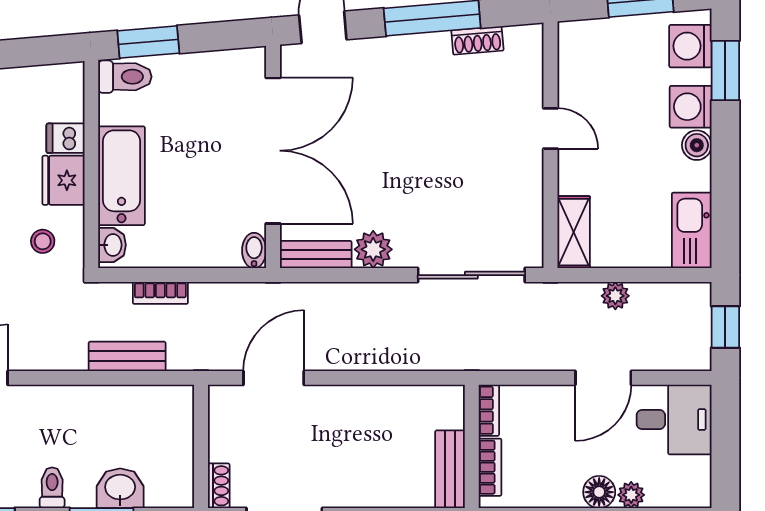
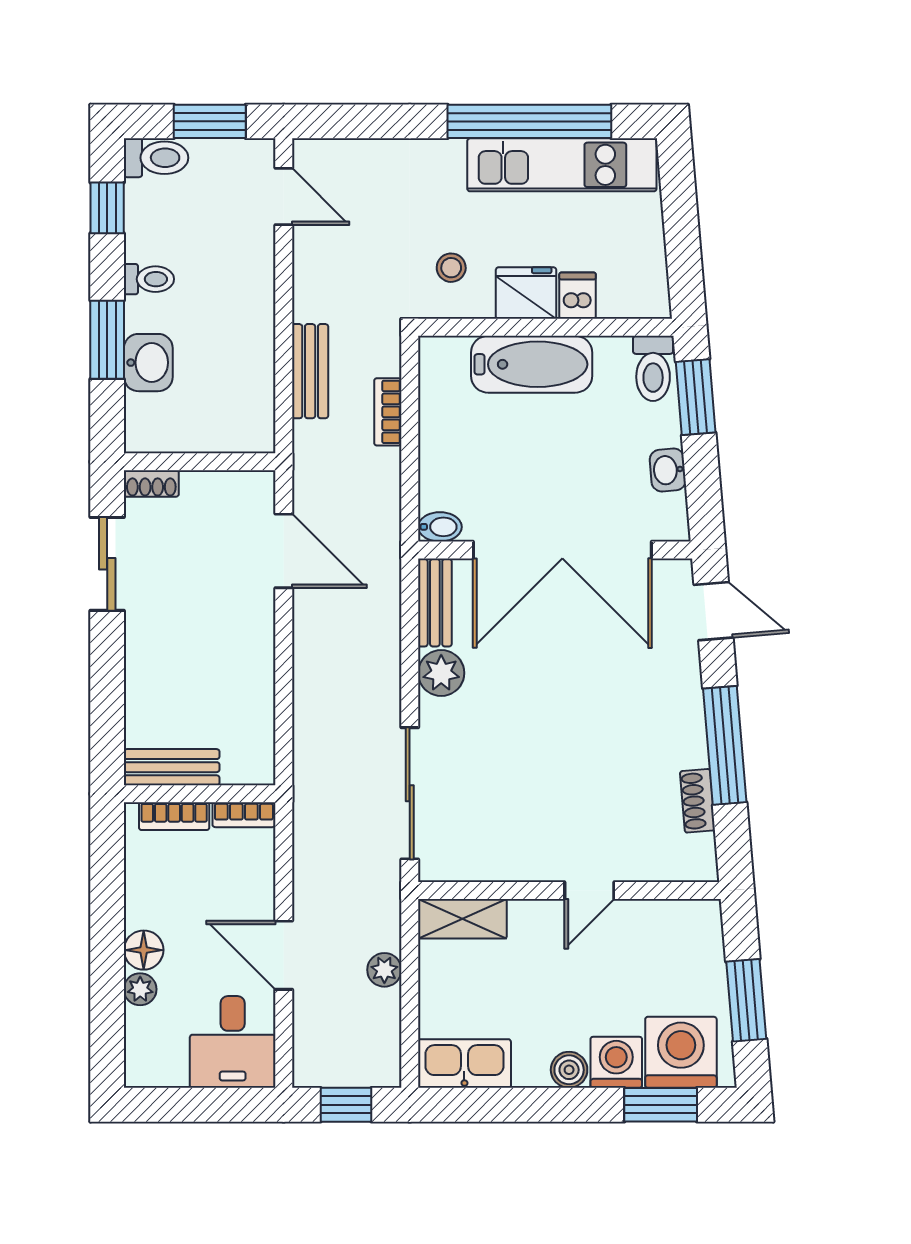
washing machine: (690, 46) -> (681, 1052), width x1.37, depth x1.37
washbasin: (112, 245) -> (668, 470), moved, turned 85

